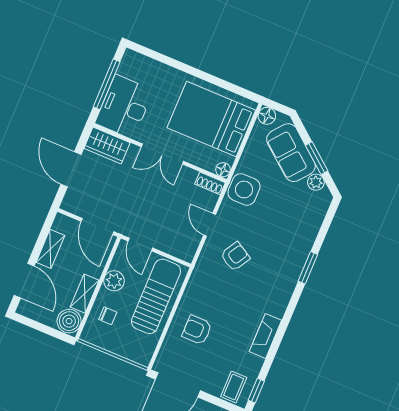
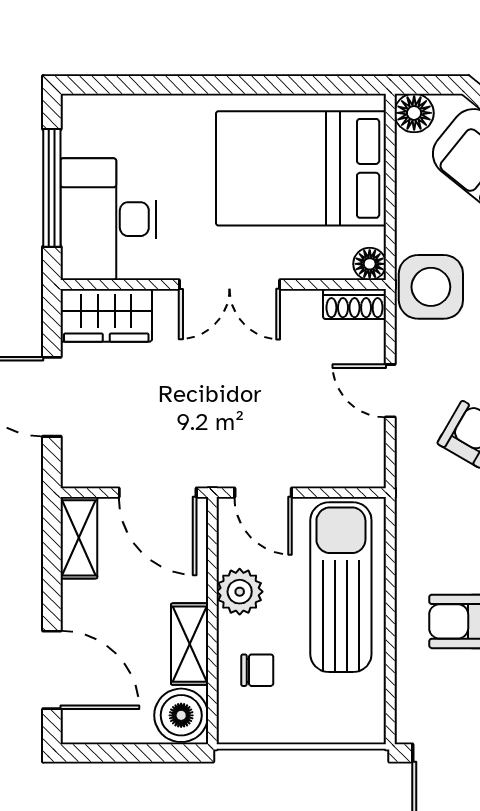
shelving: (50, 249) -> (79, 538), moved

